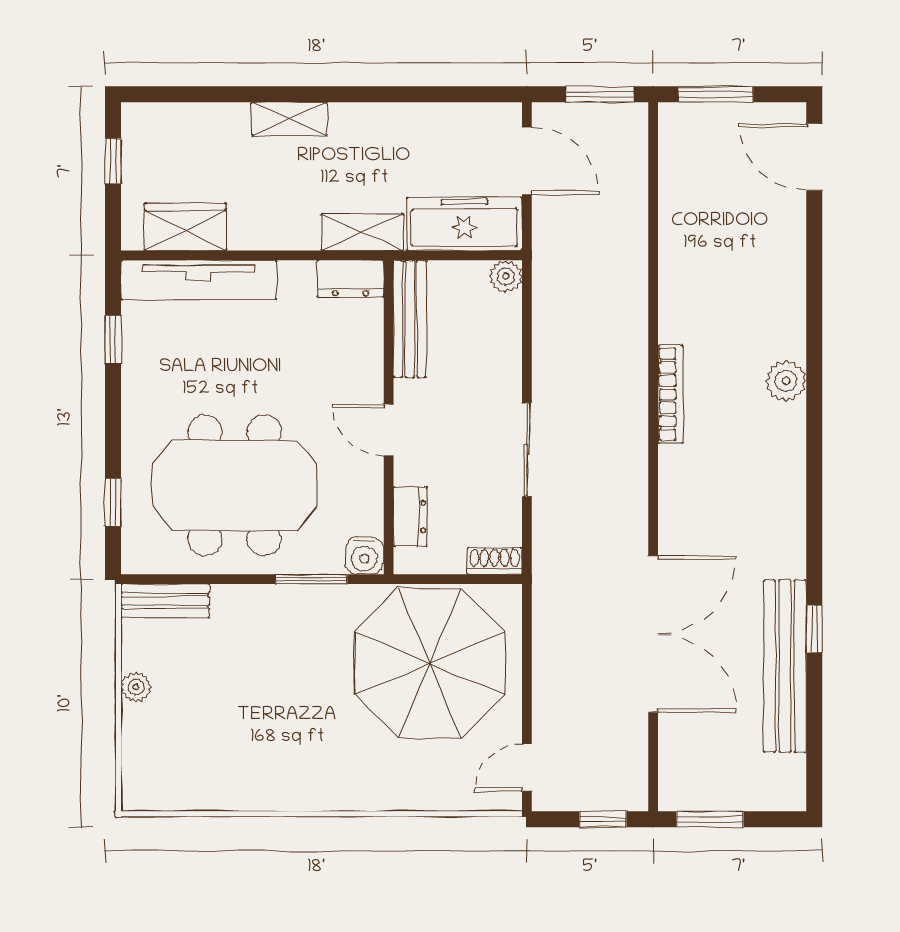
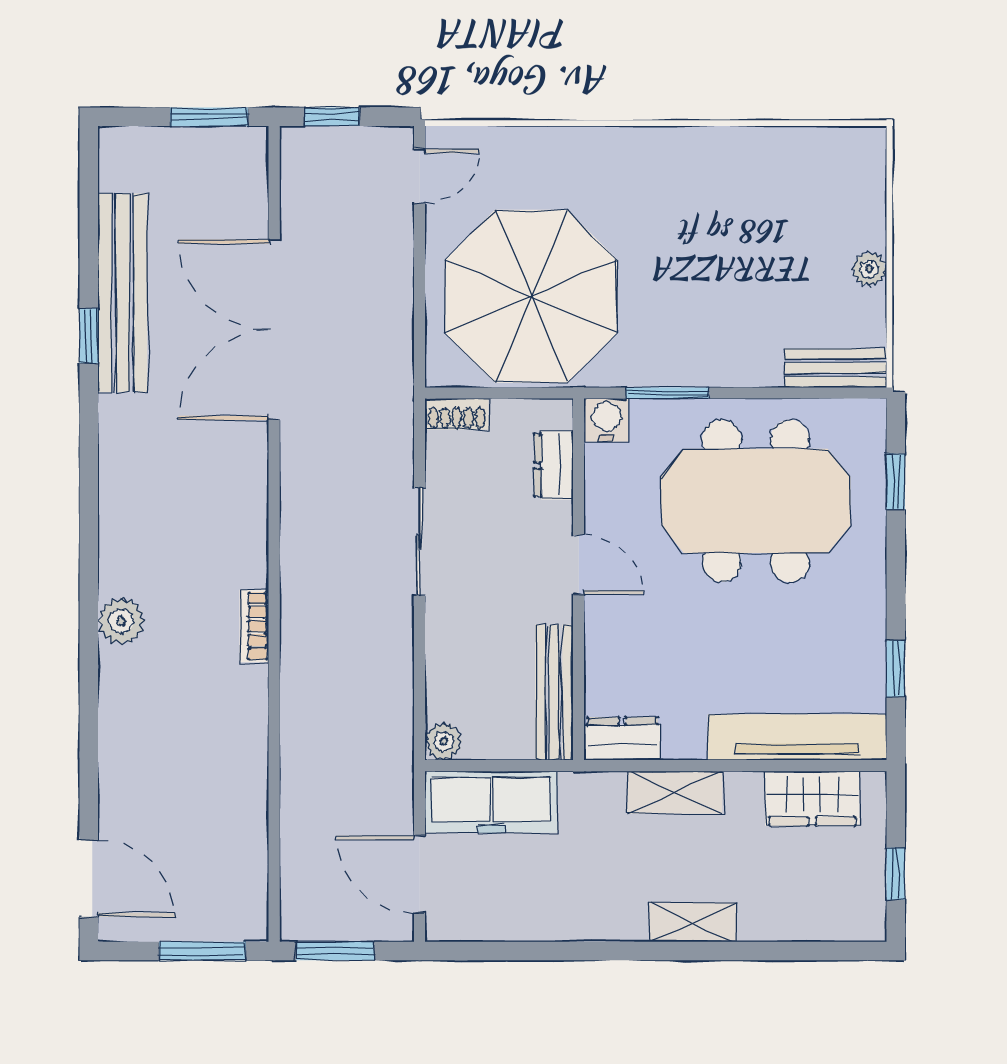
shelving: (362, 232) -> (675, 792), moved
bookcase: (671, 394) -> (254, 626), width x0.64

